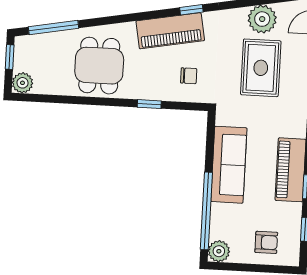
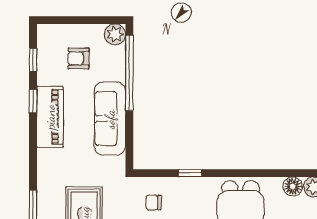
floor lamp: (44, 85) -> (293, 186), added
armchair: (266, 242) -> (79, 58), moved

